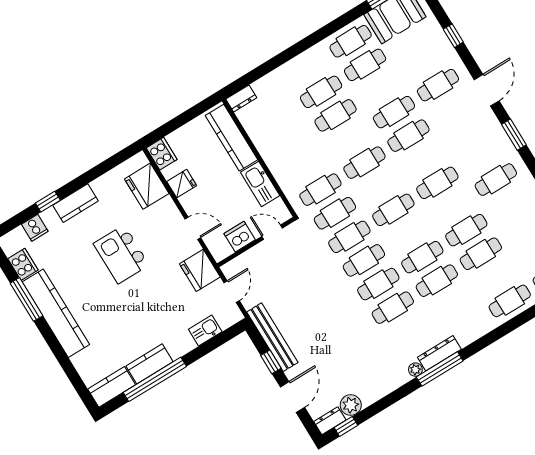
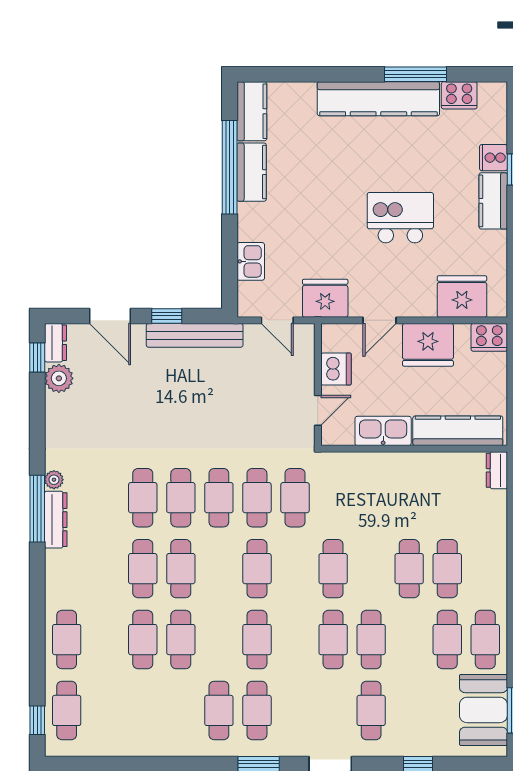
fridge: (182, 184) -> (428, 345), width x1.88, depth x1.34
cafe table: (320, 190) -> (257, 710), moved
cooker: (35, 228) -> (493, 158), moved

